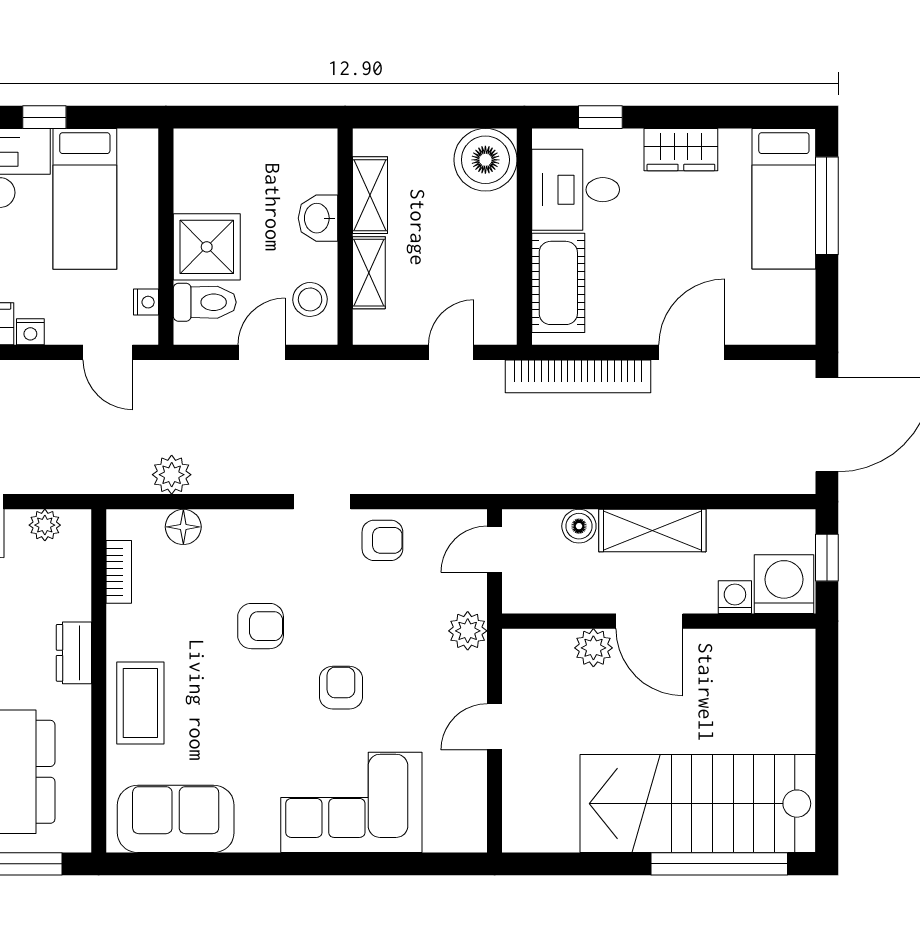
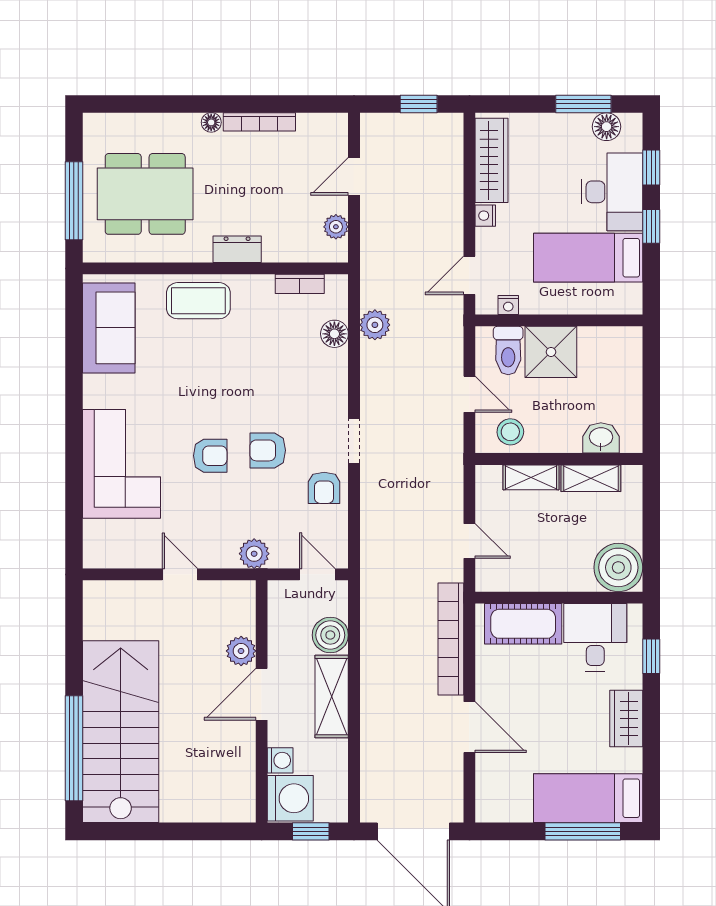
washbasin: (318, 218) -> (601, 438), moved
boiler: (579, 526) -> (330, 635), width x1.36, depth x1.36
armchair: (261, 626) -> (268, 450), moved, turned 90

